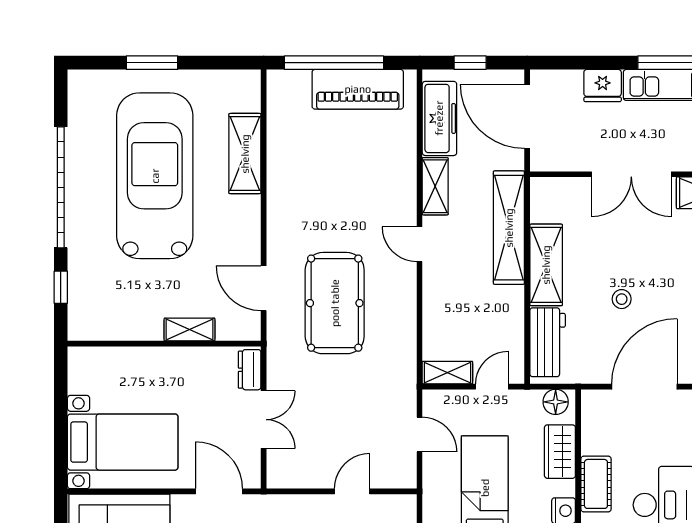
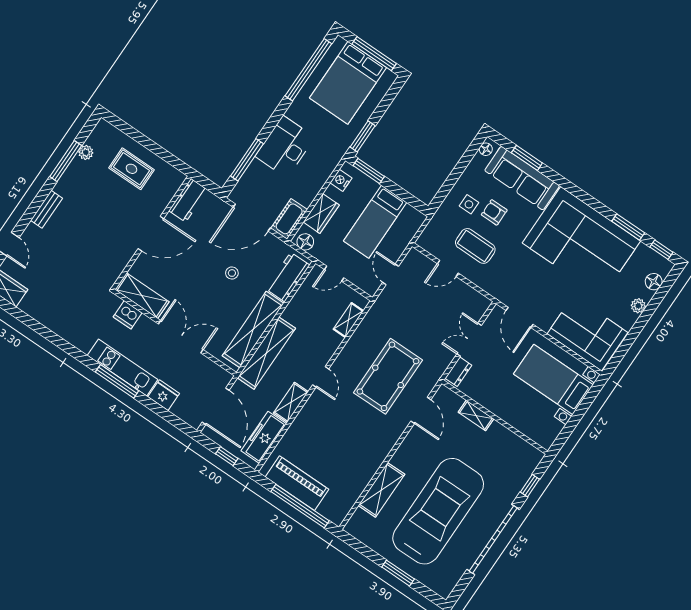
car: (155, 176) -> (438, 511), turned 180
shelving: (546, 265) -> (253, 329), width x1.47
shelving: (447, 373) -> (348, 320), moved, turned 90
cot: (596, 484) -> (289, 219), moved

